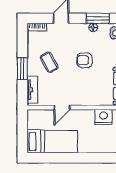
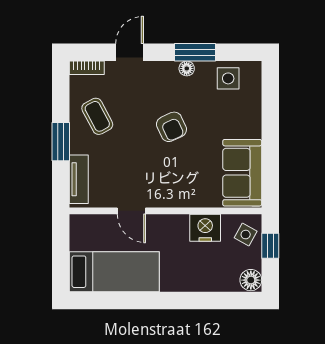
armchair: (85, 60) -> (171, 127), turned -115
coffee table: (49, 62) -> (97, 116), moved
door: (62, 107) -> (131, 211), hinge flipped

